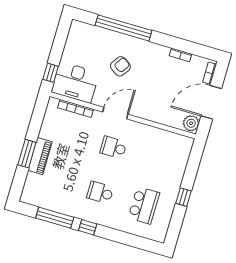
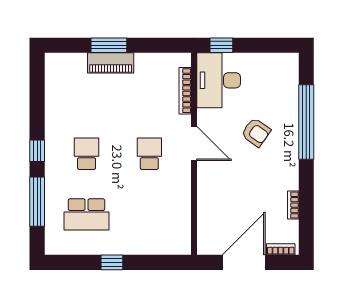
door: (211, 102) -> (244, 262), hinge flipped
plant: (191, 123) -> (210, 244), removed
window: (55, 218) -> (37, 202), moved

